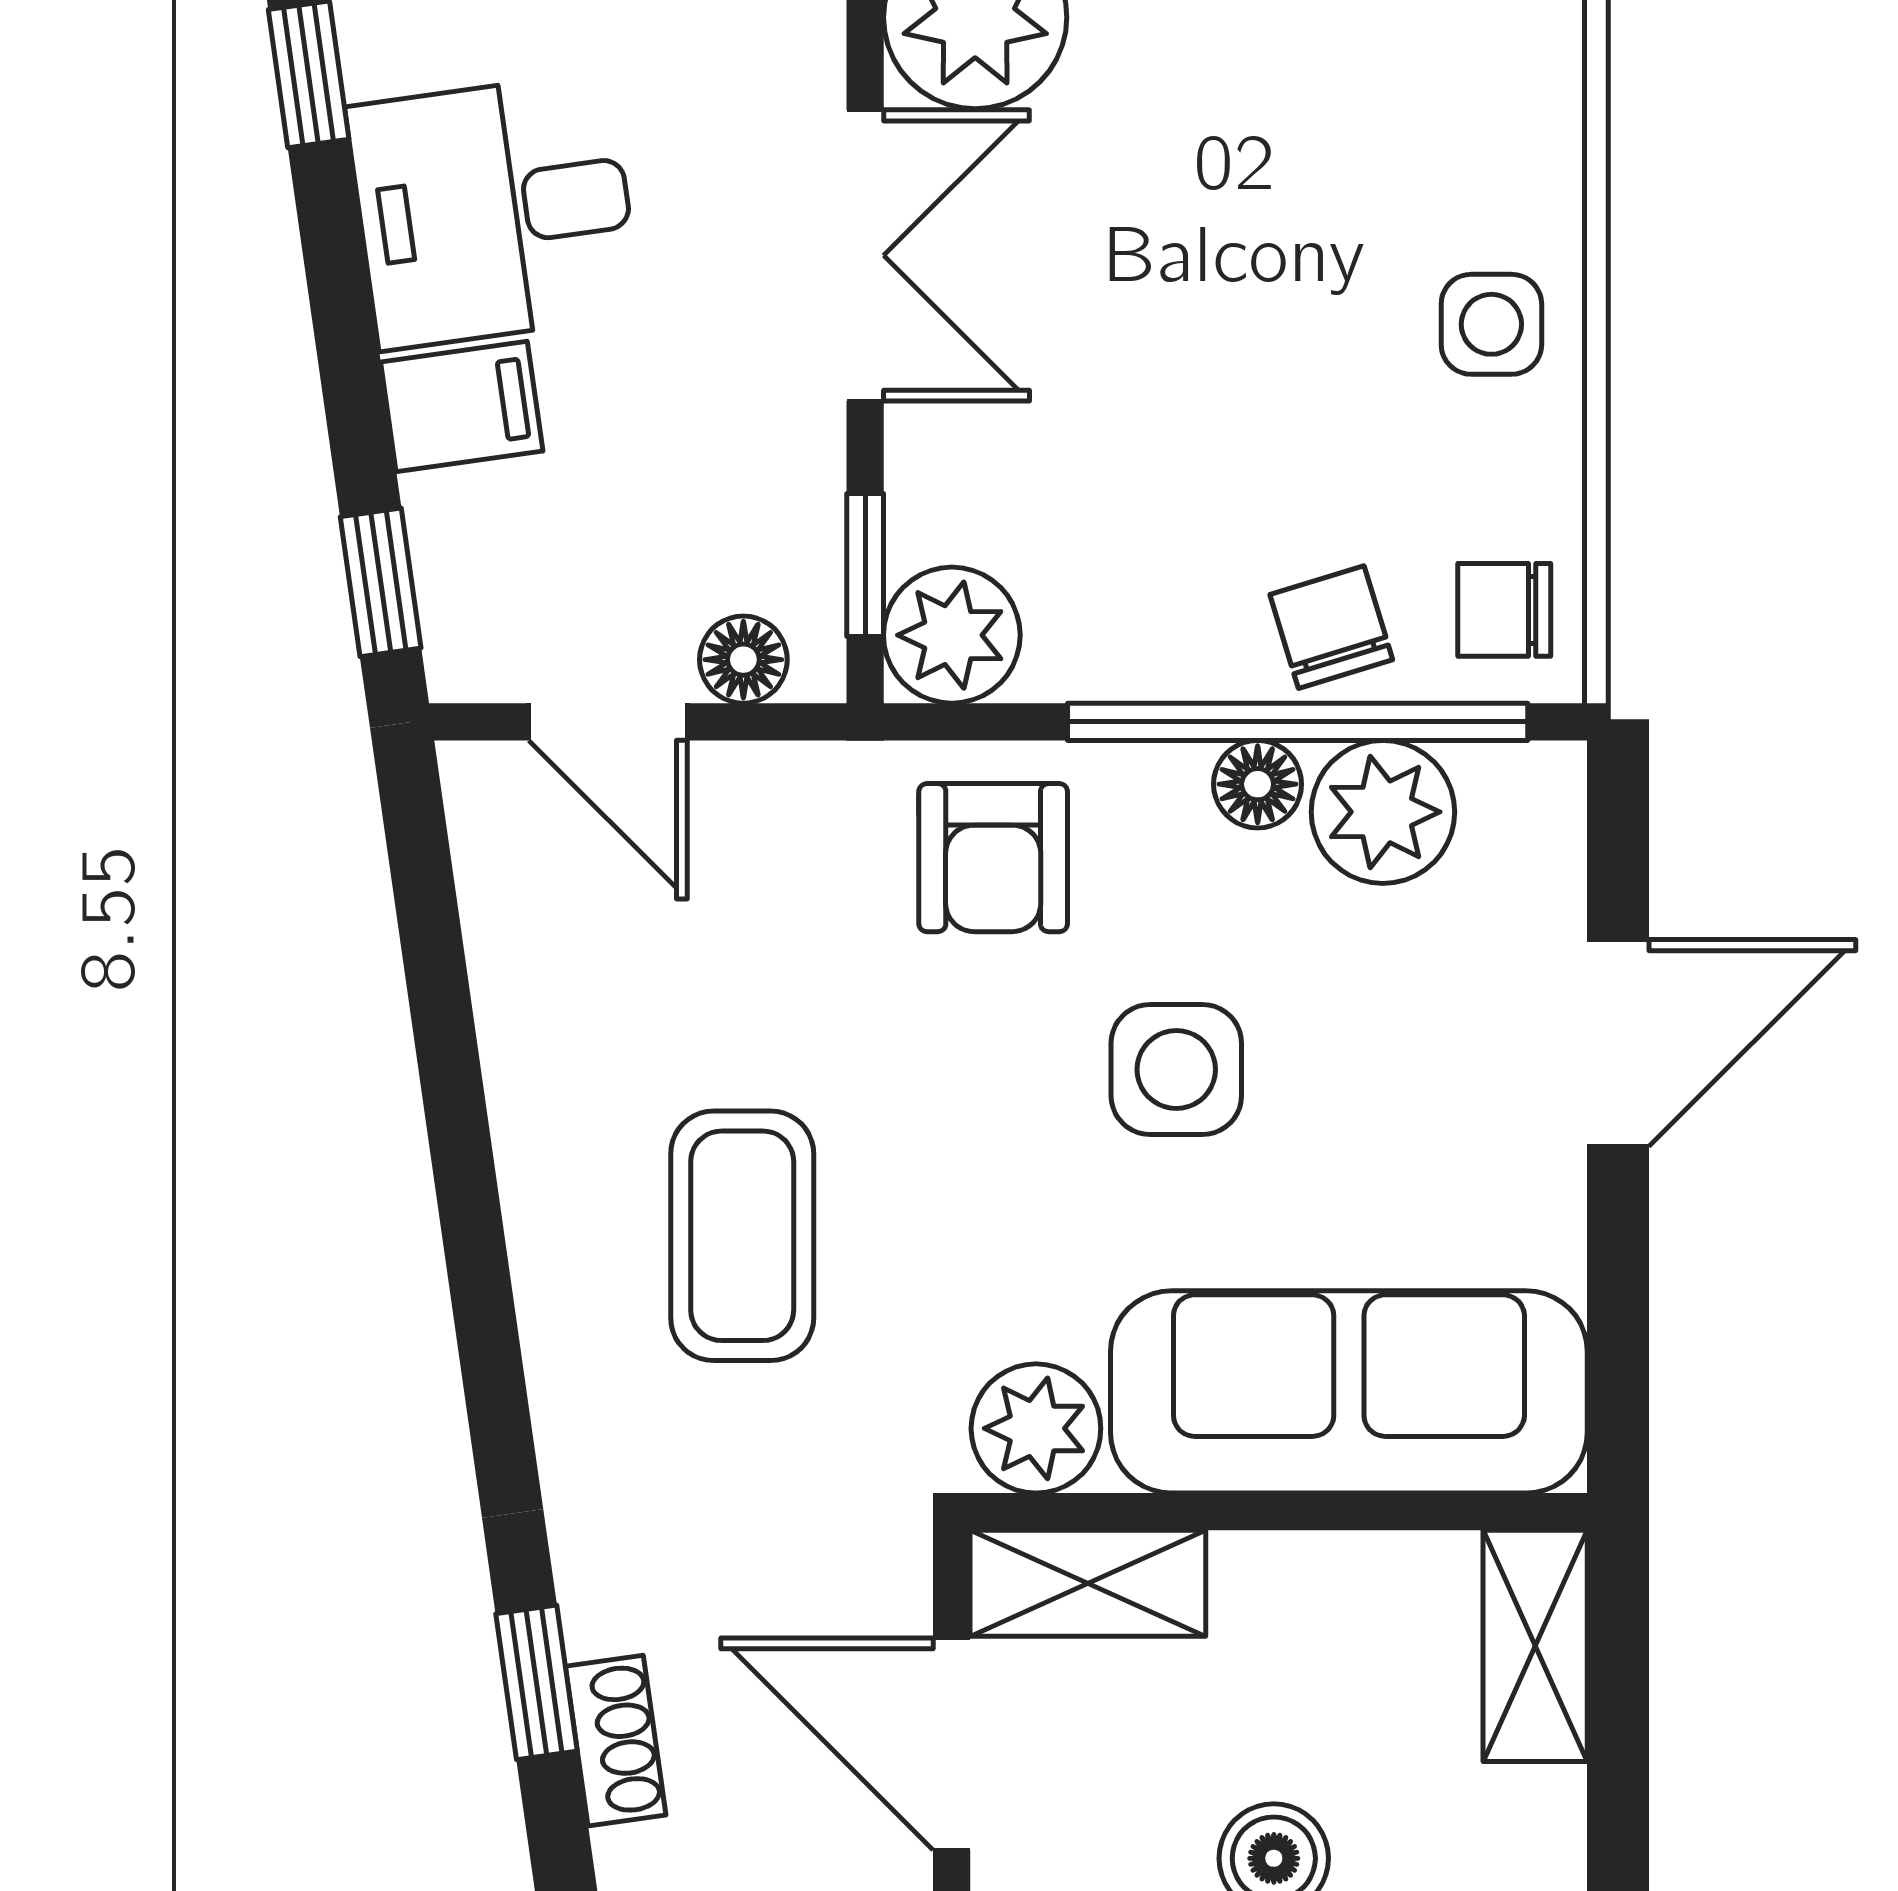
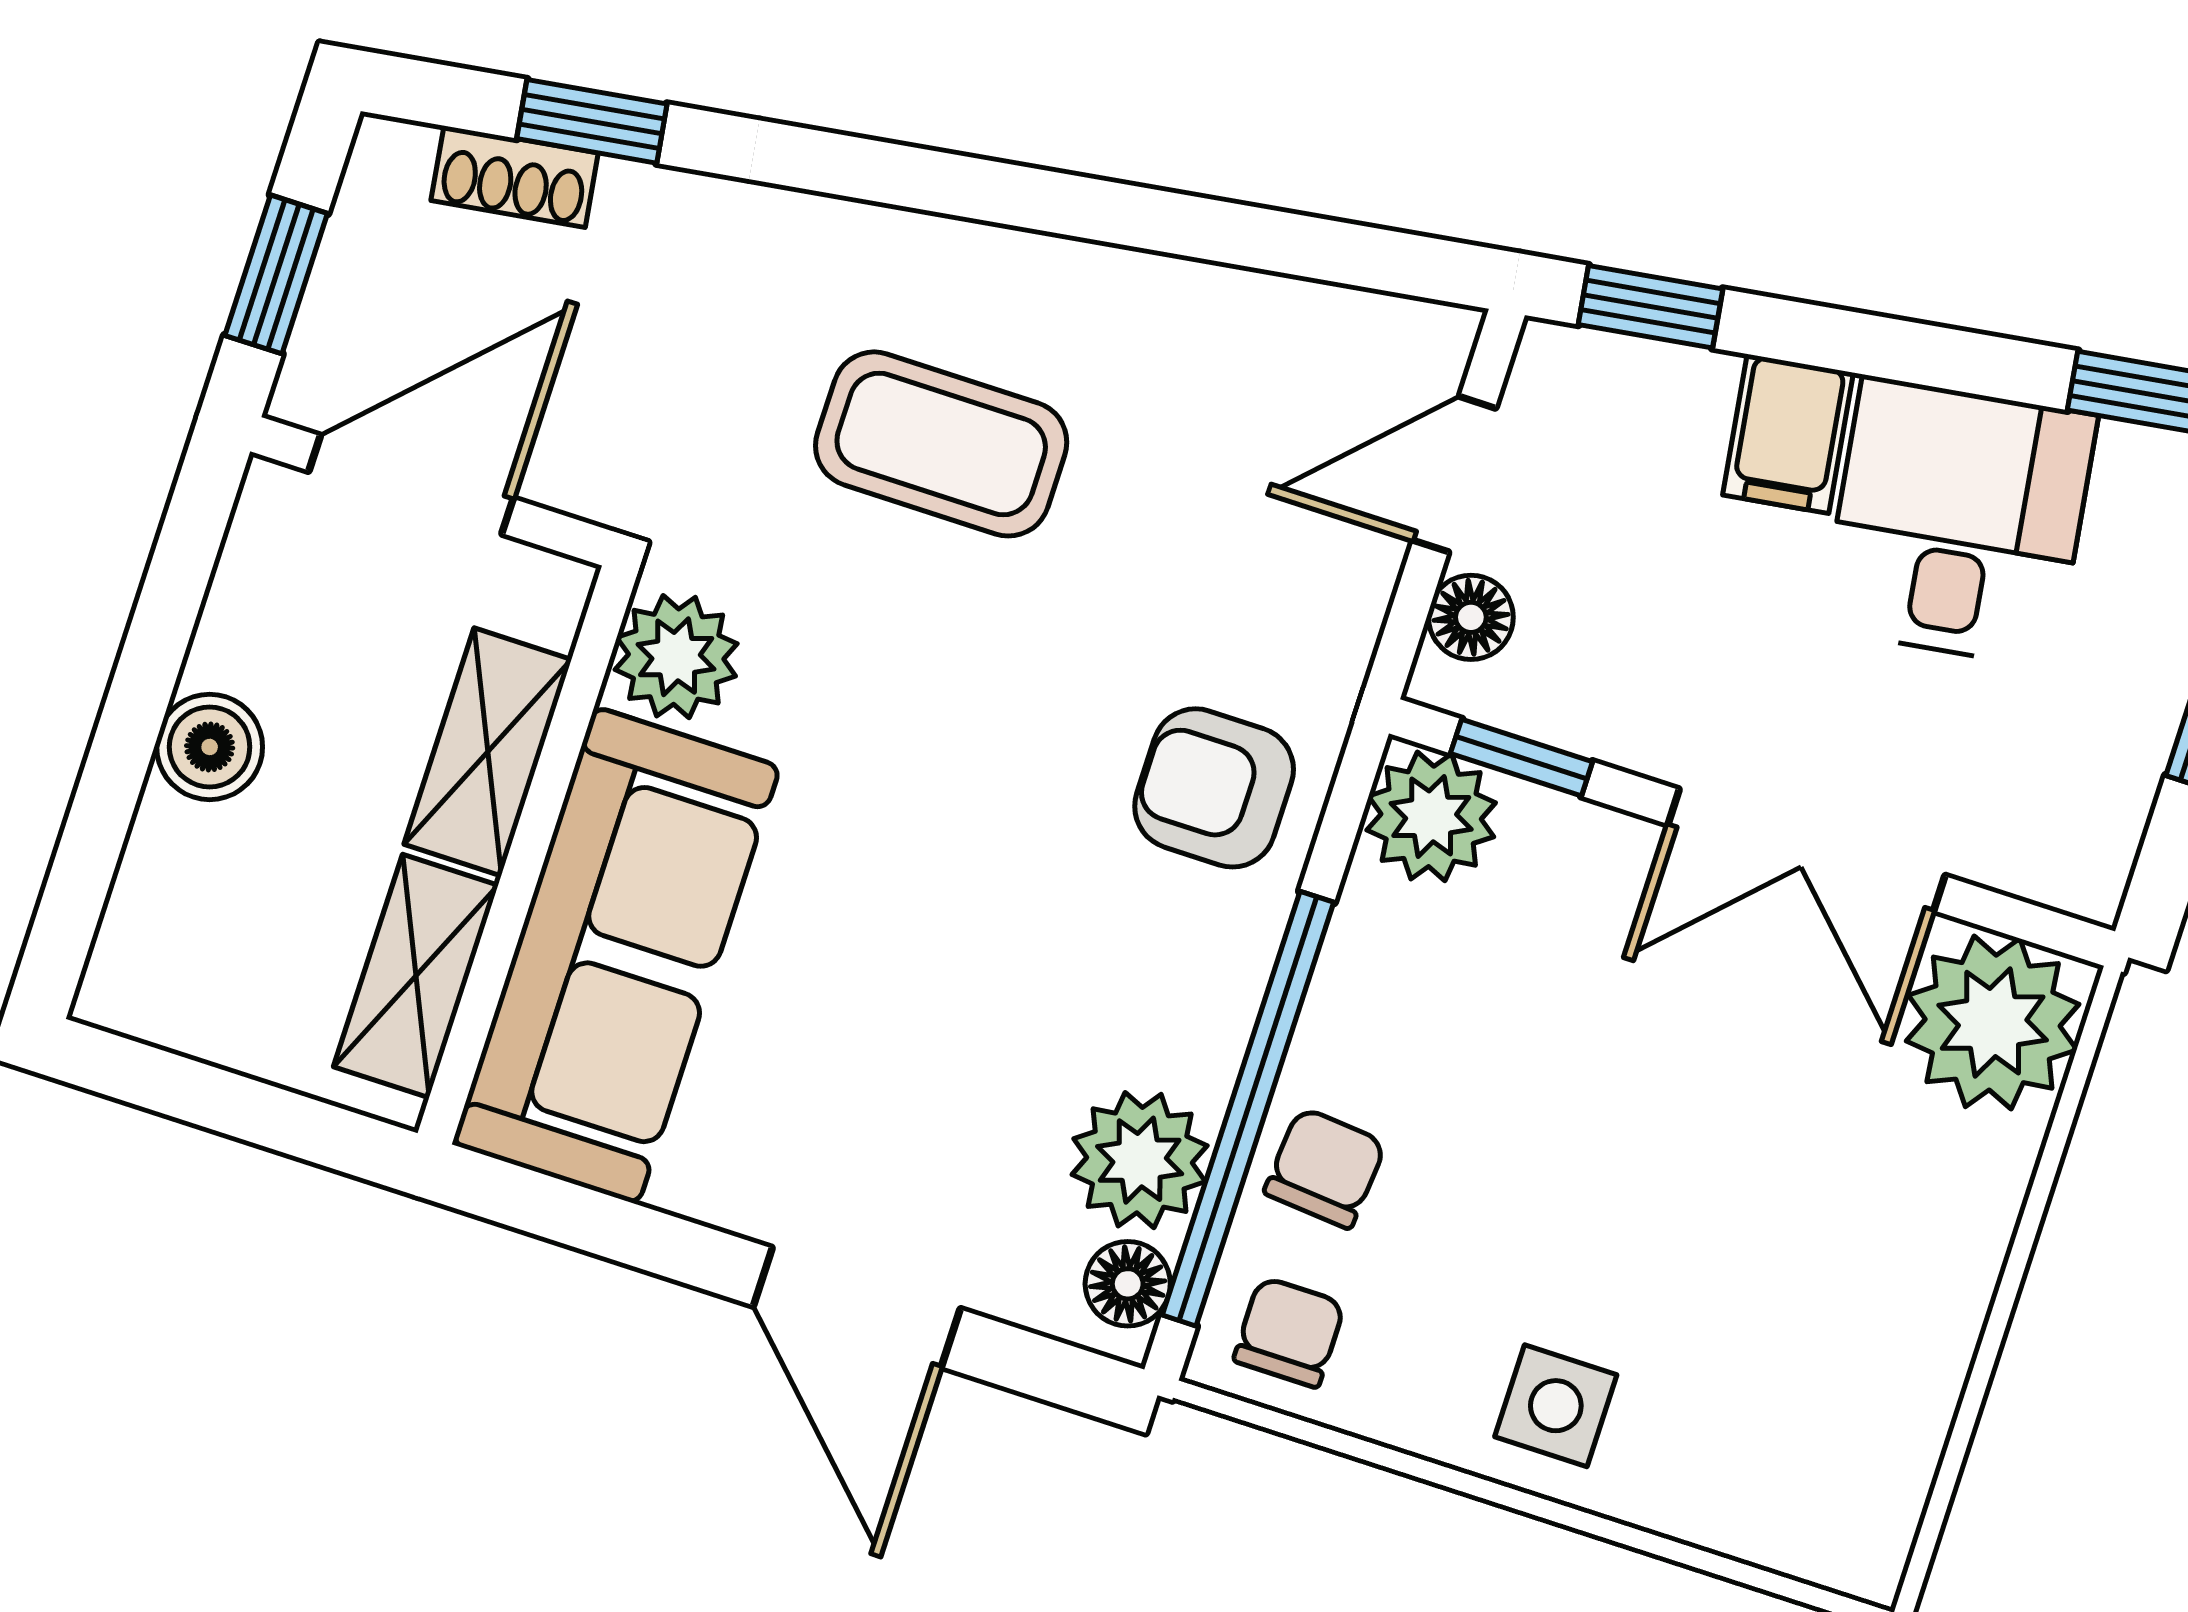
chair: (1331, 627) -> (1325, 1168), turned -68
floor lamp: (1258, 784) -> (1128, 1284), moved
side table: (1176, 1069) -> (964, 893), removed
shelving: (1088, 1583) -> (488, 752), moved
shelving: (1535, 1646) -> (416, 976), moved, turned 90

